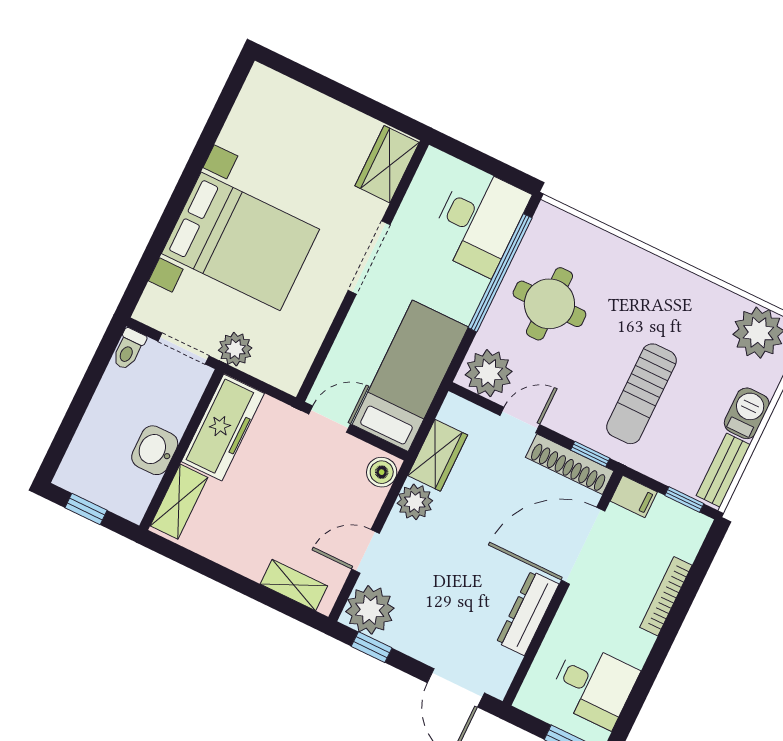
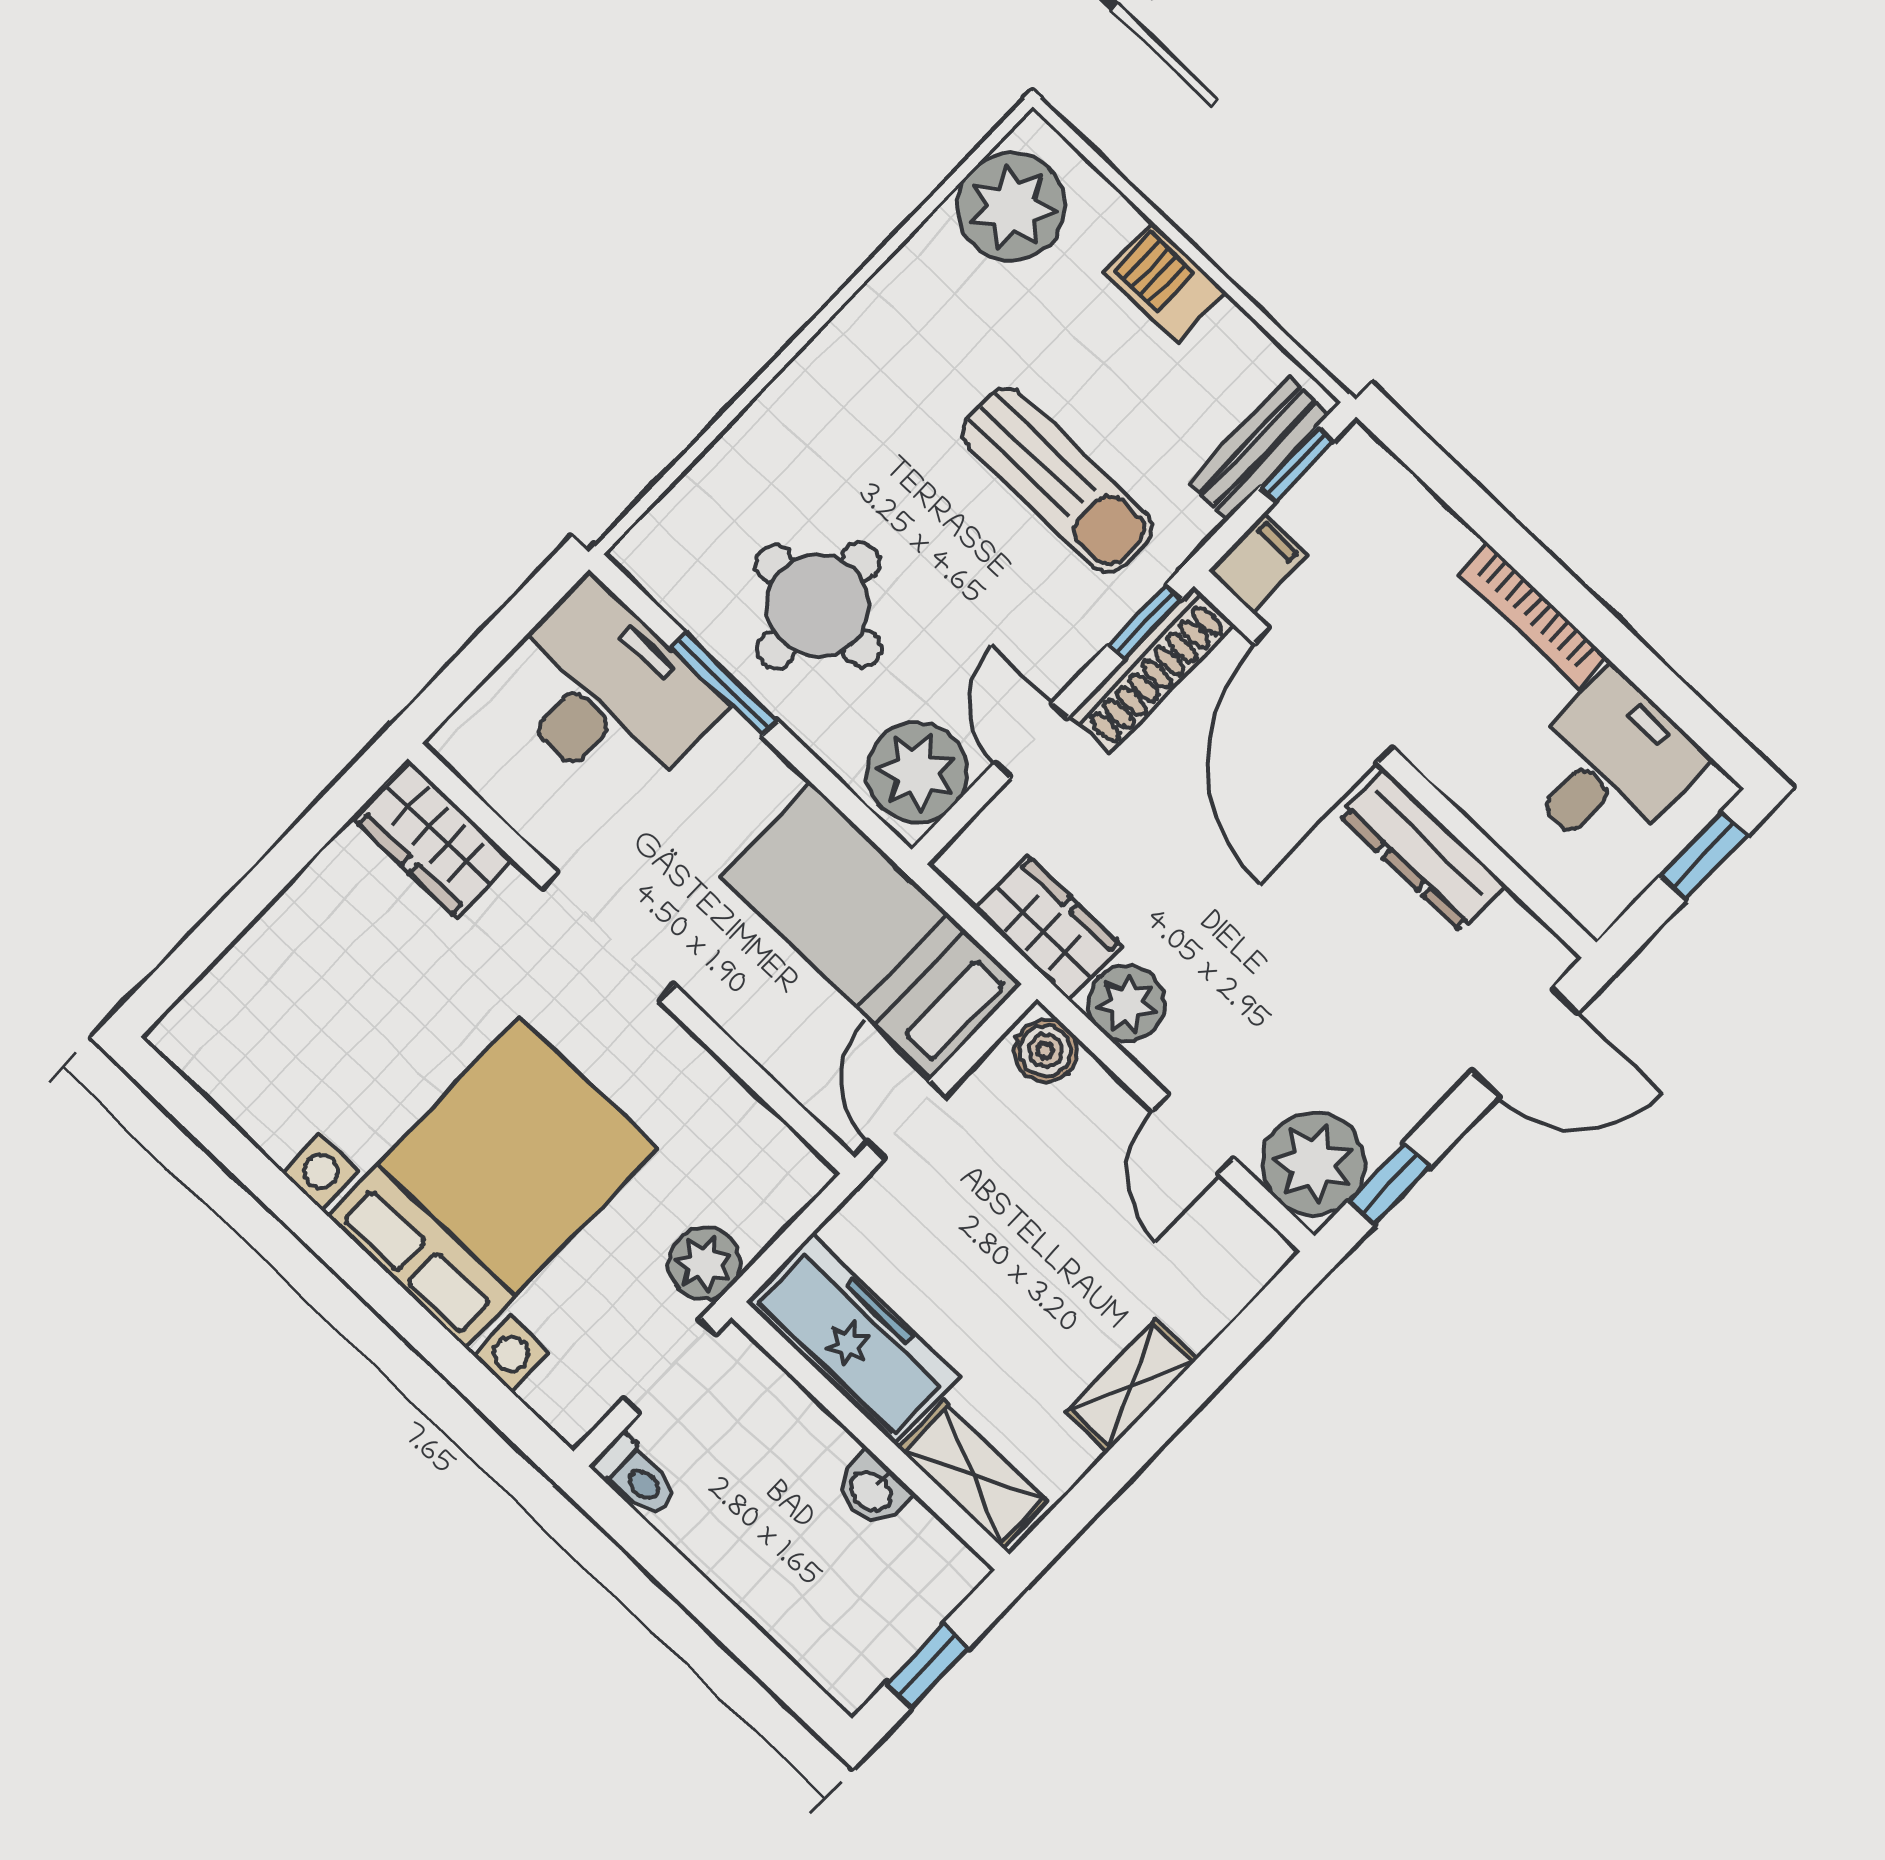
window: (500, 273) -> (724, 684), width x0.47
washbasin: (155, 450) -> (872, 1490), width x0.72, depth x0.69
bench: (723, 470) -> (1258, 448), moved, turned 90
shelving: (294, 585) -> (1132, 1385), moved
bookcase: (666, 596) -> (1533, 615), moved

